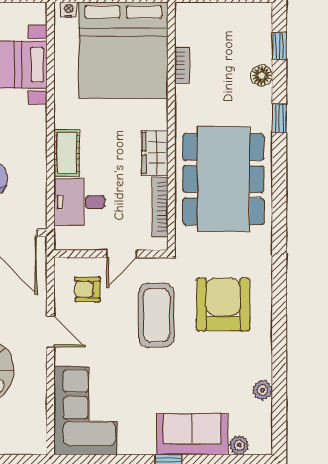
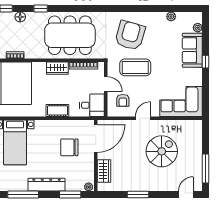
desk: (79, 202) -> (92, 105), moved, turned -90
armchair: (223, 304) -> (130, 35), turned 106

